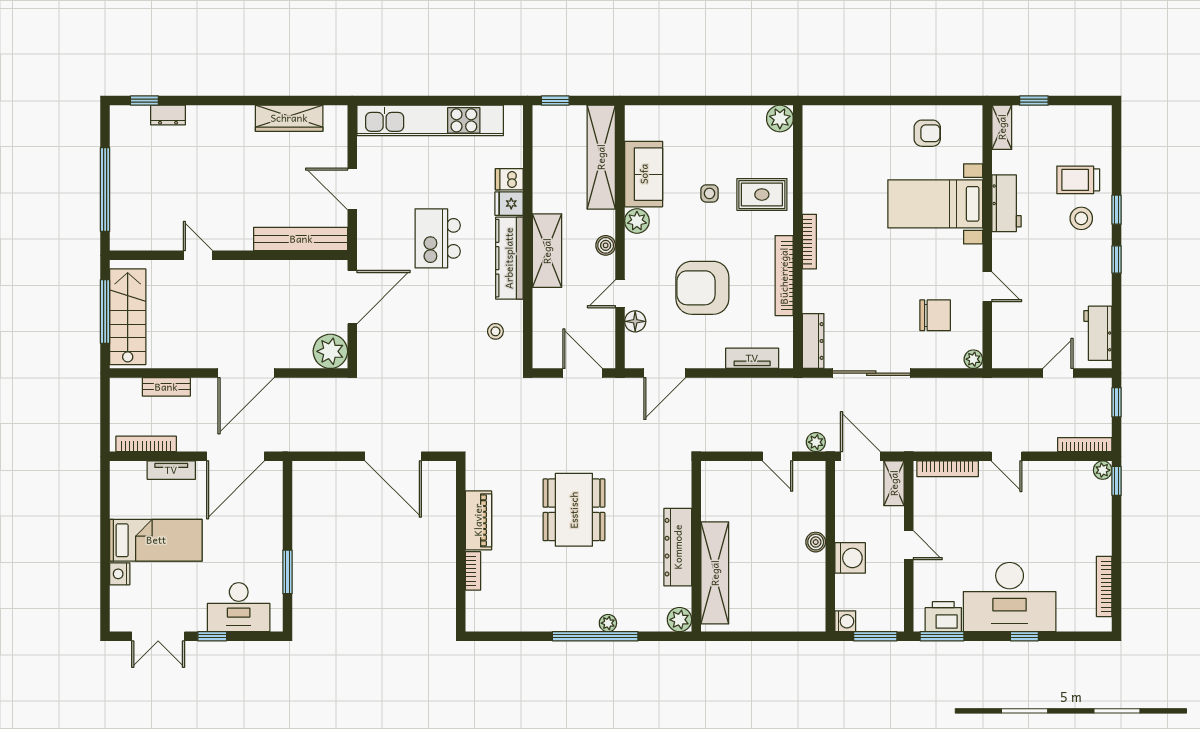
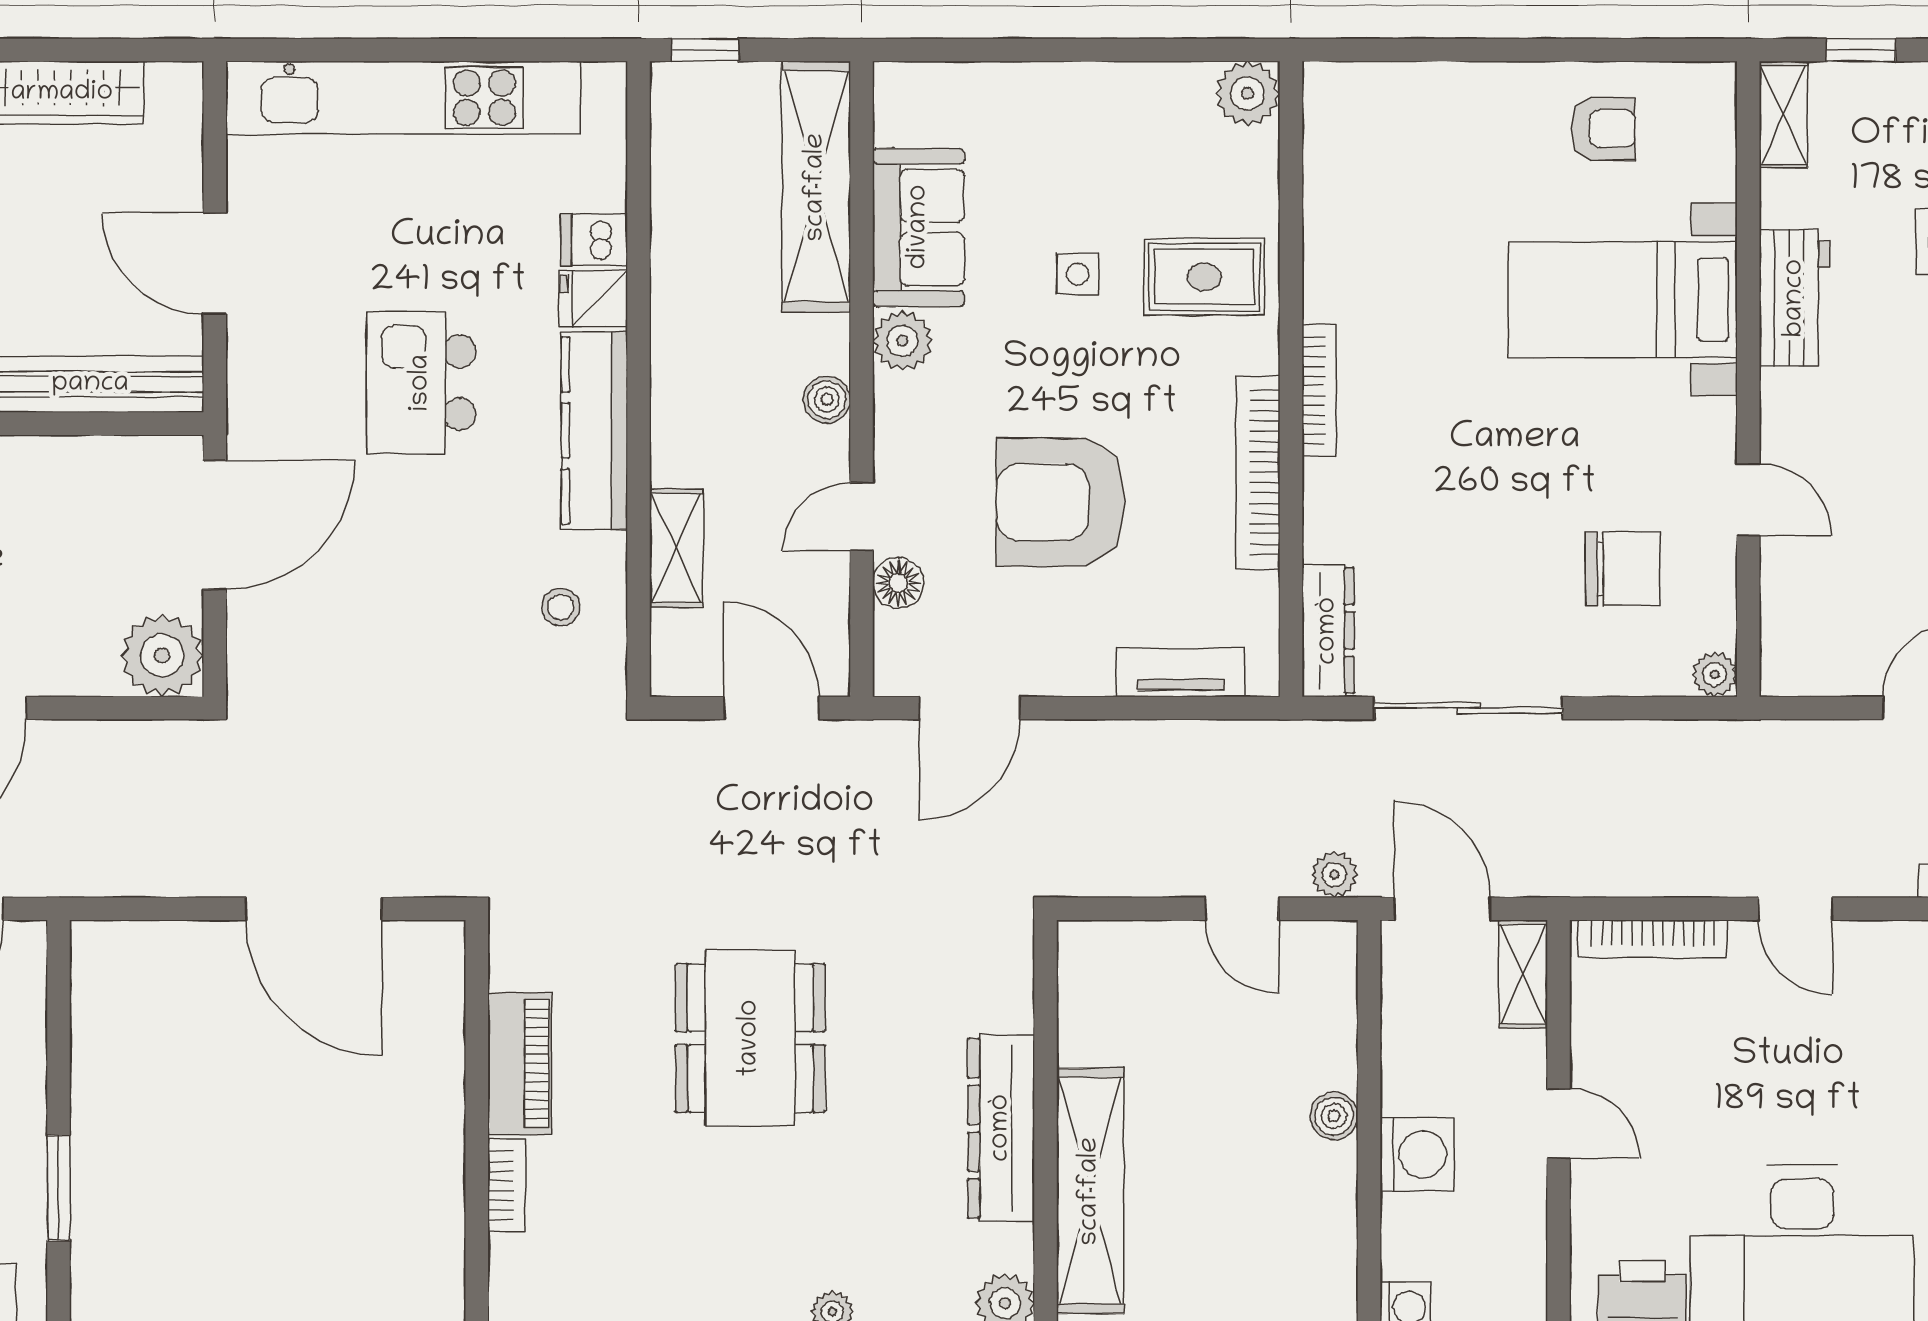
shelving: (547, 251) -> (676, 548), moved, width x0.67, depth x0.75

